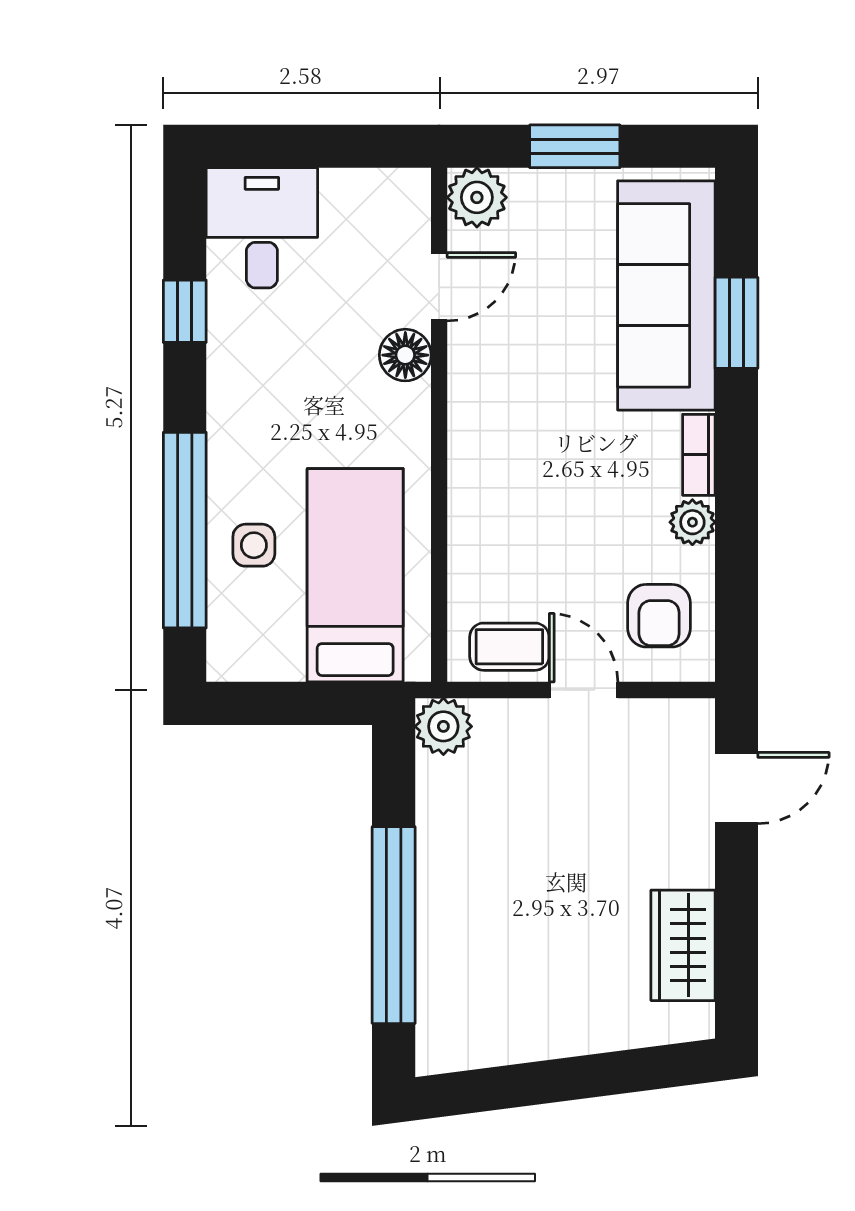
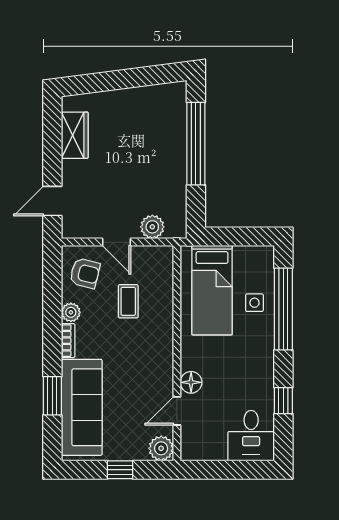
window: (575, 146) -> (120, 470), width x0.67
armchair: (659, 616) -> (85, 273), turned 104
coffee table: (509, 647) -> (128, 301), moved, turned 90
plant: (443, 726) -> (152, 227), moved

